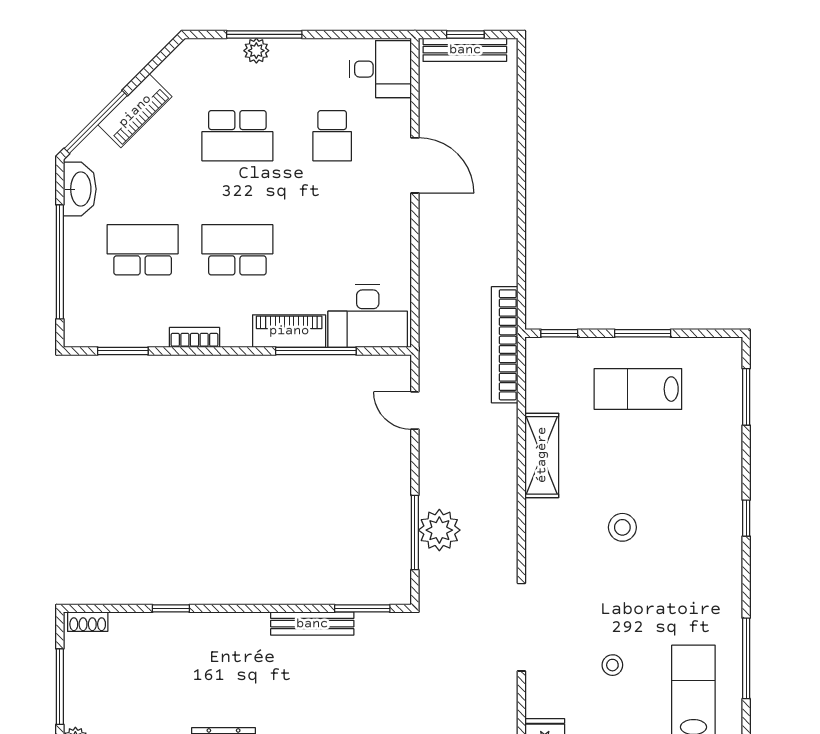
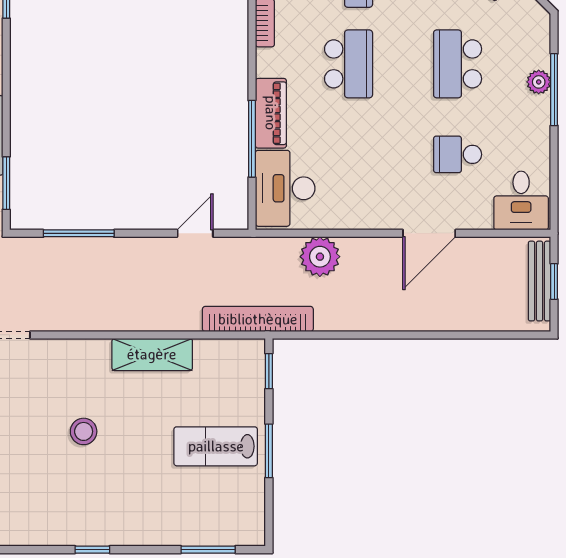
lab bench: (638, 389) -> (216, 446), turned -90
plant: (439, 530) -> (320, 257), moved

